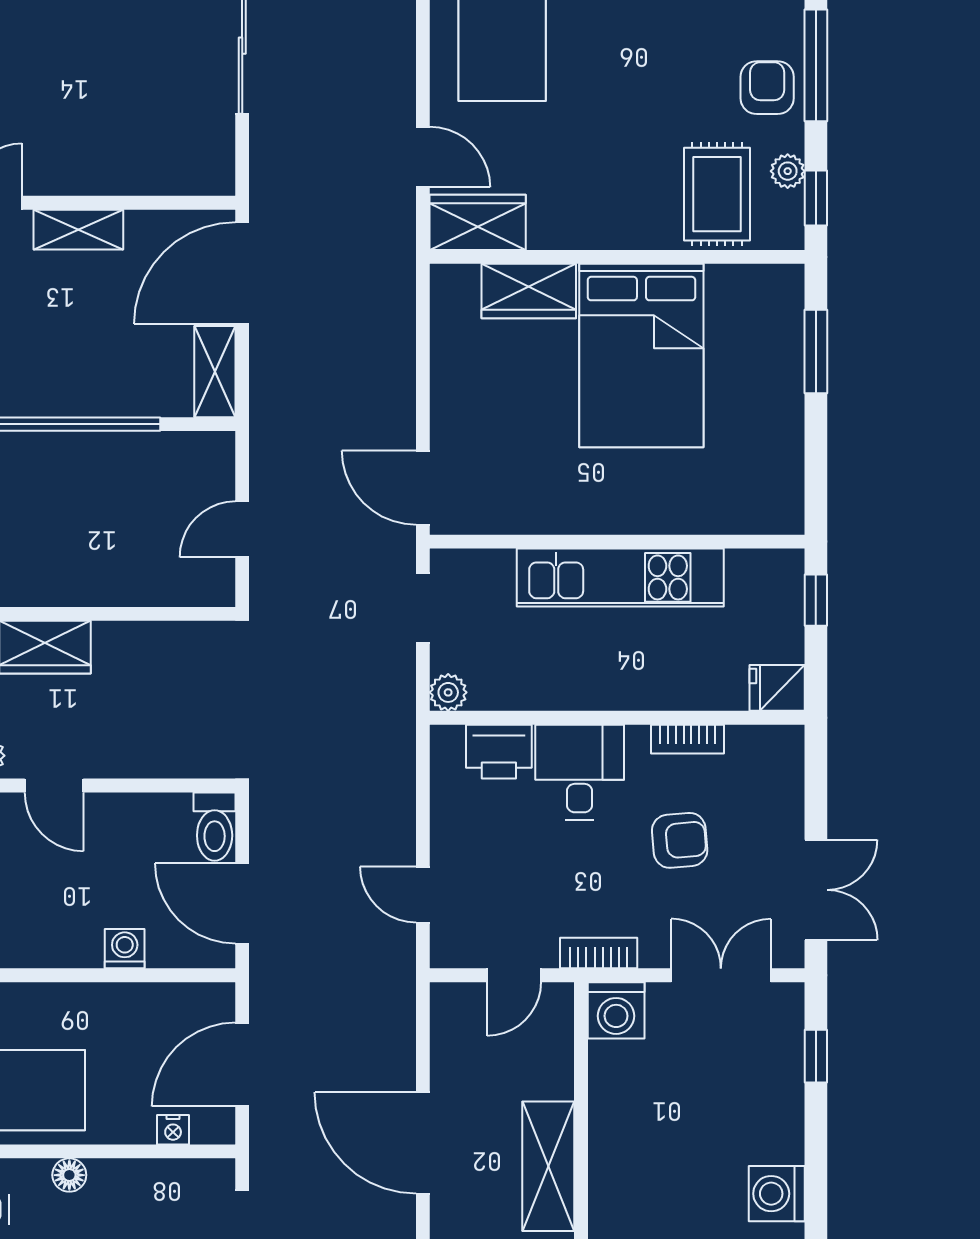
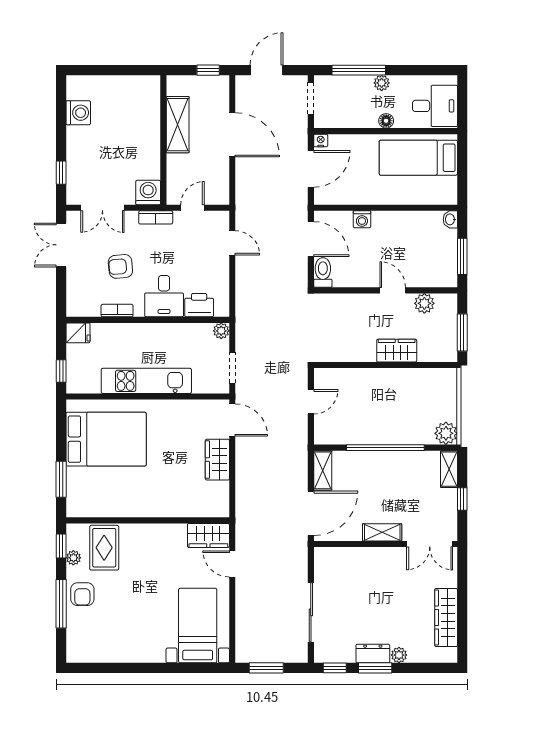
wardrobe: (529, 291) -> (217, 460), moved, turned -90
bed: (641, 356) -> (106, 439), moved, turned 90
nightstand: (173, 1130) -> (321, 140), moved

